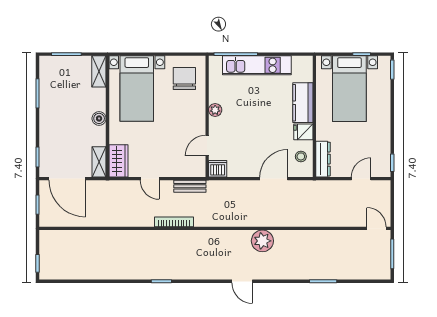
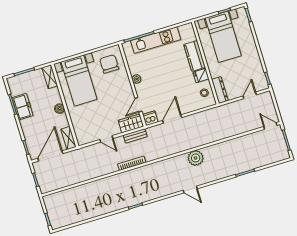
freezer: (50, 101) -> (22, 107), added
wardrobe: (118, 161) -> (131, 123), moved, turned -90
door: (67, 179) -> (50, 156), swing flipped
door: (274, 179) -> (172, 119), moved

